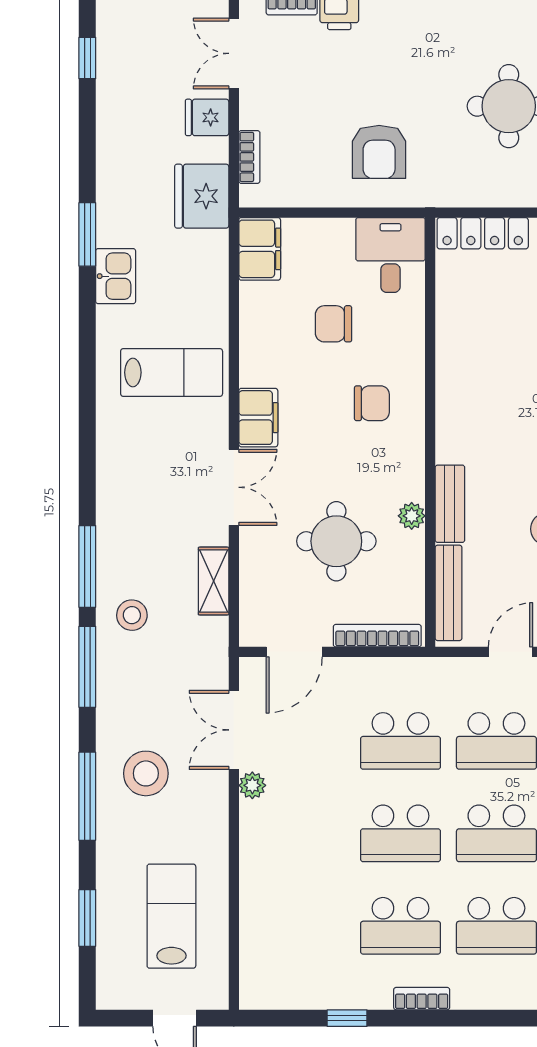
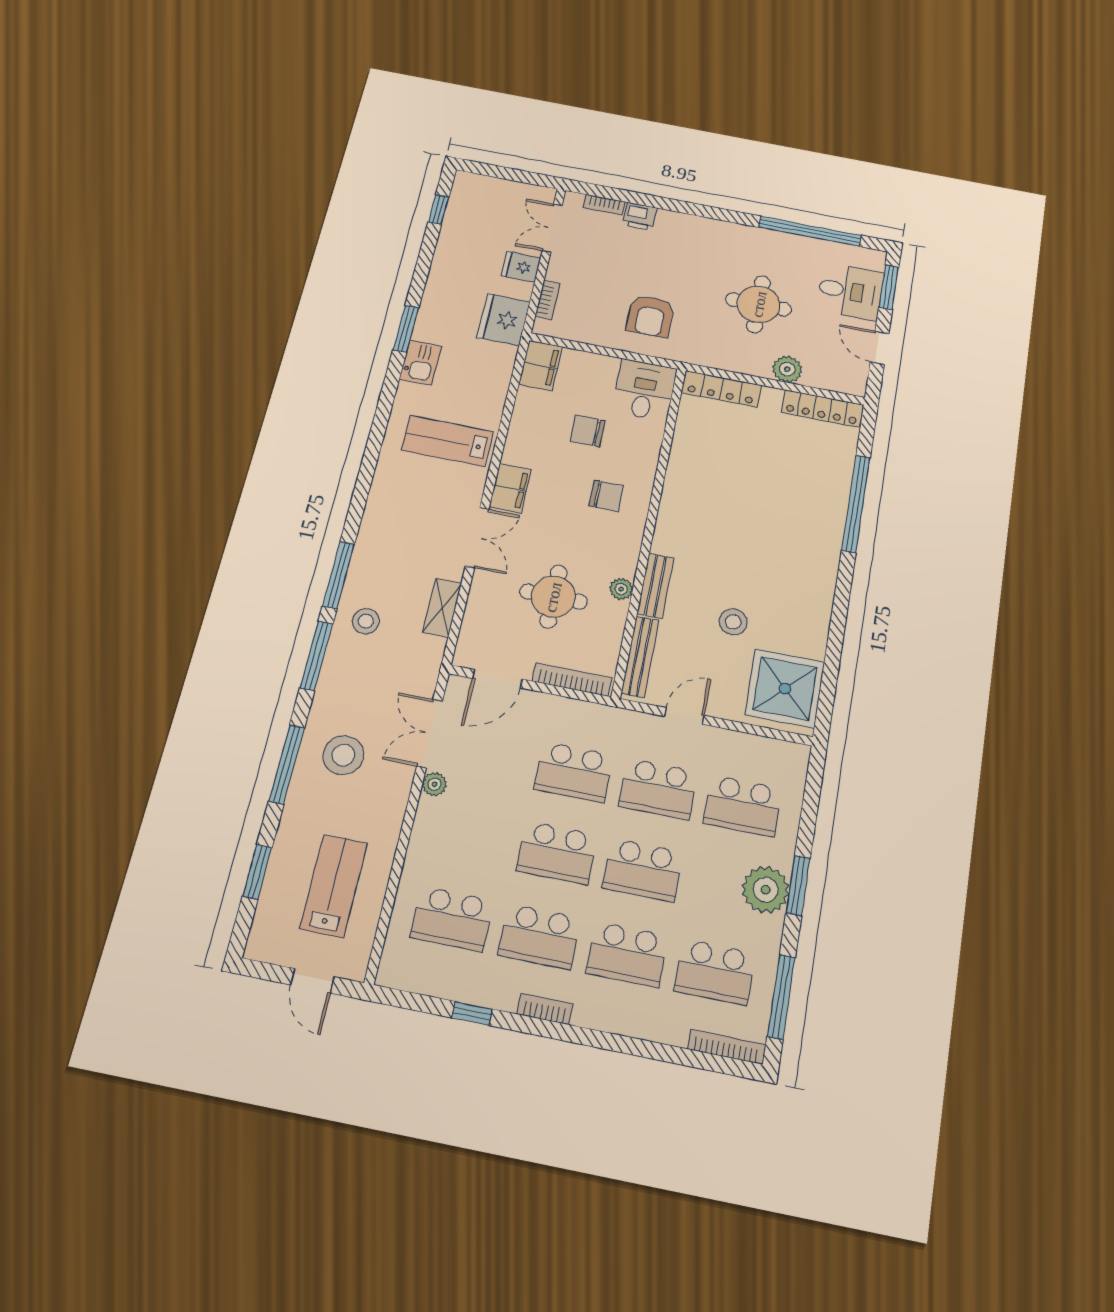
lab bench: (172, 372) -> (447, 441), turned 180
school desk: (305, 926) -> (452, 919), added

